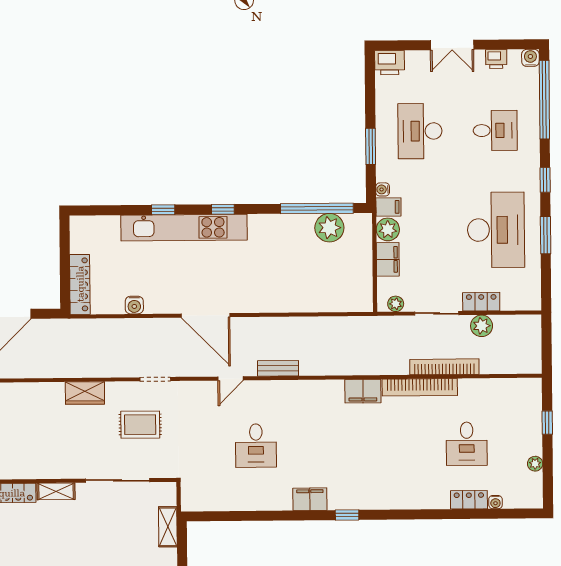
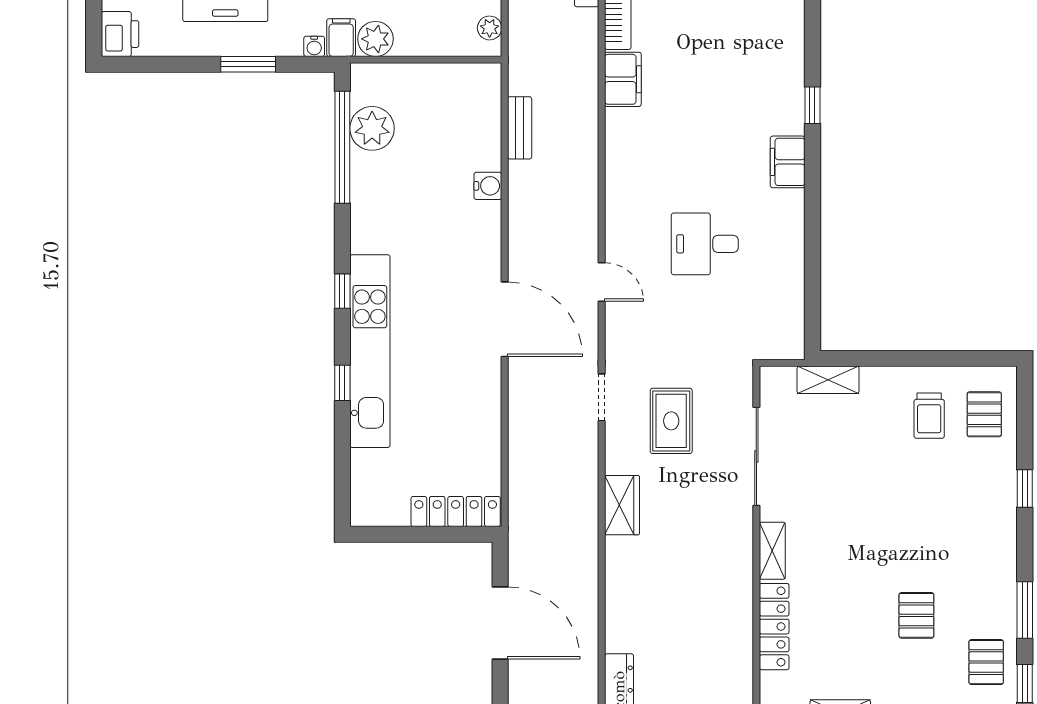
filing cabinet: (388, 259) -> (421, 39), removed
water cooler: (134, 305) -> (488, 186), moved
door: (206, 315) -> (505, 319), hinge flipped
bench: (278, 368) -> (520, 128), moved
desk: (256, 446) -> (705, 244), turned 180

